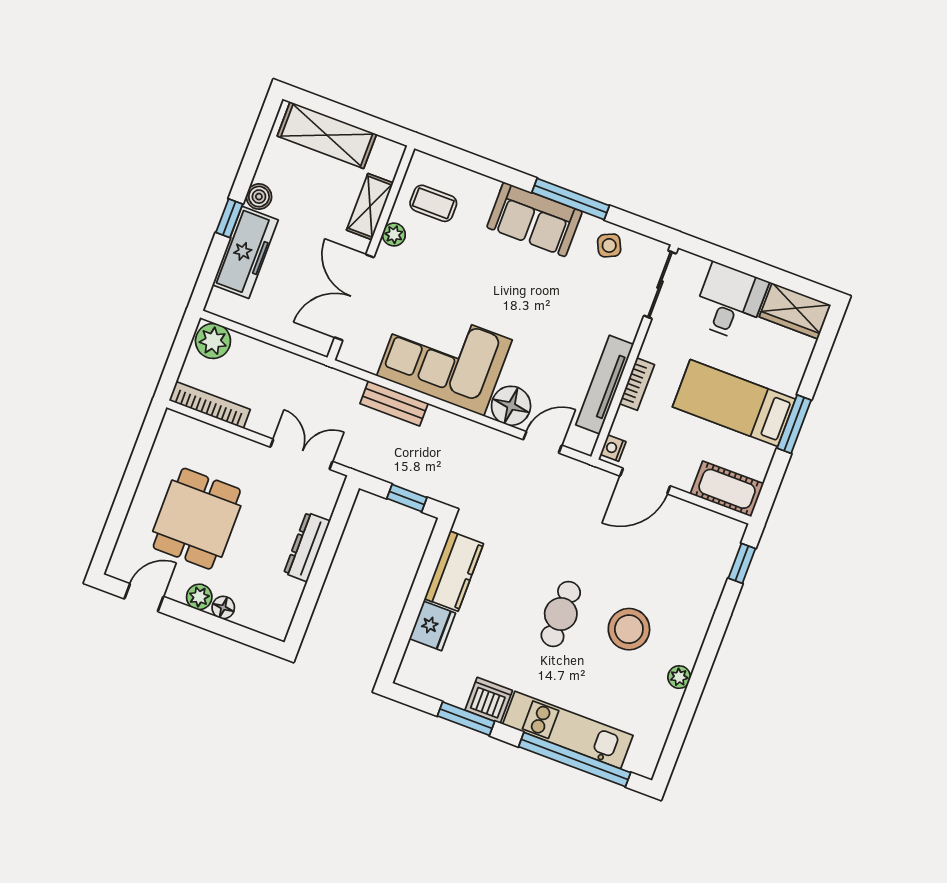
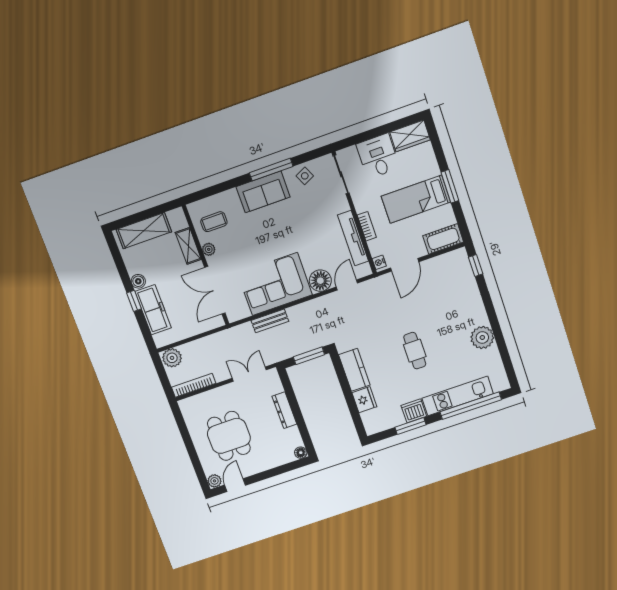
window: (407, 498) -> (309, 356), width x1.50
plant: (199, 597) -> (215, 481), moved
floor lamp: (223, 607) -> (301, 453), moved
stool: (629, 629) -> (449, 333), removed
plant: (679, 677) -> (482, 337), width x1.88, depth x1.88

